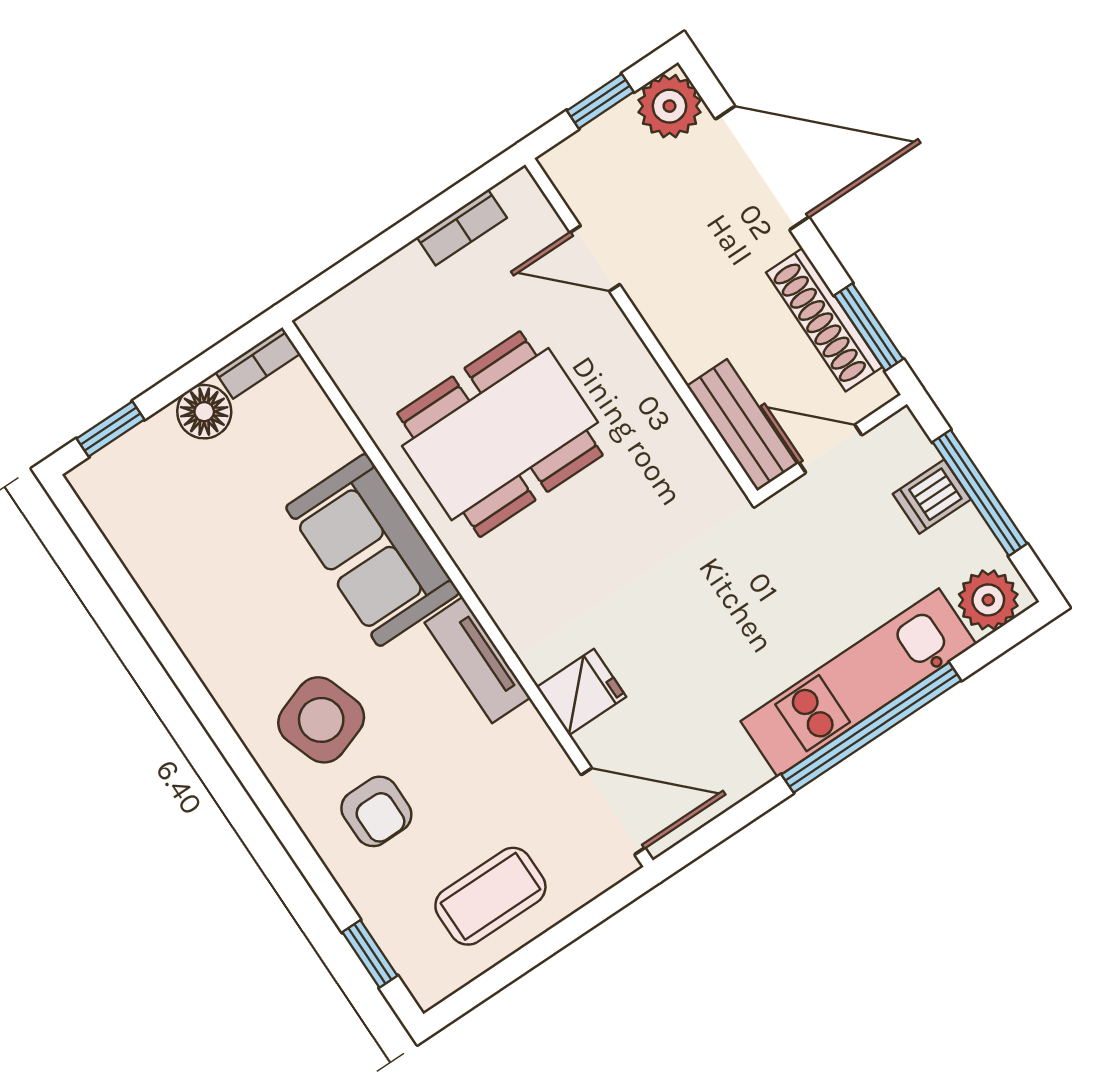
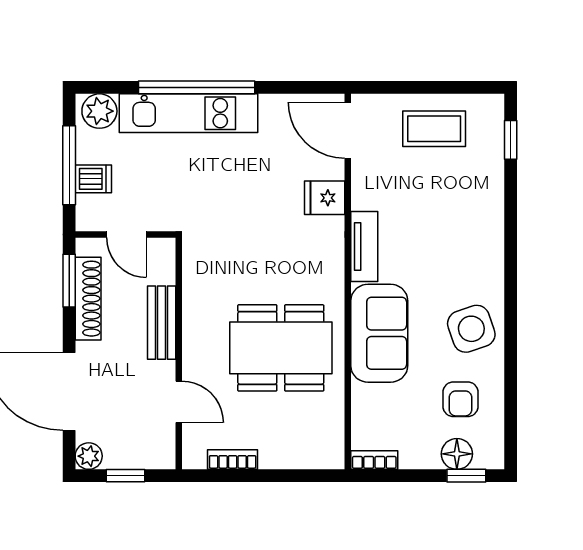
plant: (669, 106) -> (89, 456), width x0.73, depth x0.73
floor lamp: (204, 412) -> (457, 454), moved
bench: (742, 425) -> (162, 323), moved
side table: (321, 720) -> (471, 329), moved
armchair: (376, 811) -> (461, 399), moved, turned 180

